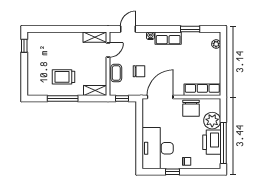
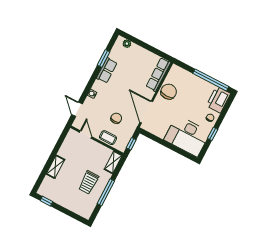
shelving: (95, 37) -> (55, 167), moved
row of seats: (168, 38) -> (107, 70), moved
chair: (191, 108) -> (169, 92), turned -90
plant: (212, 121) -> (188, 80), removed
printer: (212, 142) -> (218, 100), moved, turned 90

